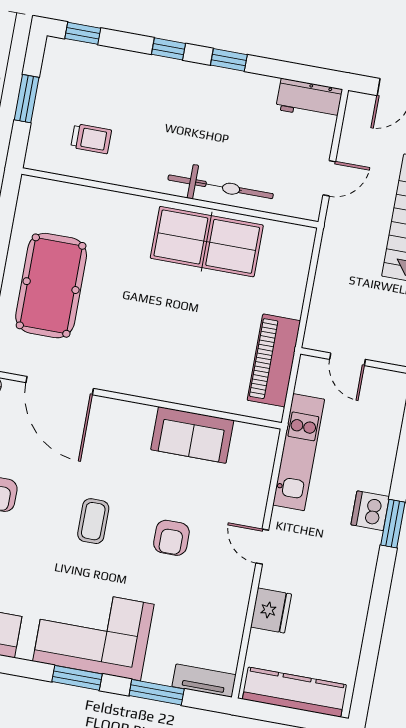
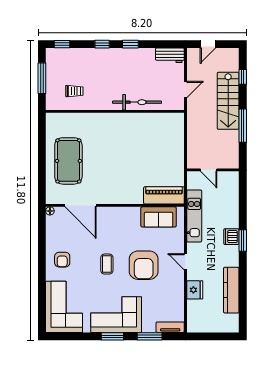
window: (27, 99) -> (42, 78), width x1.44
table tennis table: (207, 242) -> (135, 128), removed
piano: (274, 360) -> (164, 195), moved, turned 90
sofa: (192, 435) -> (159, 217), moved
armchair: (171, 538) -> (144, 265), width x1.88, depth x1.88
kitchen counter: (294, 692) -> (231, 290), moved, turned -90

